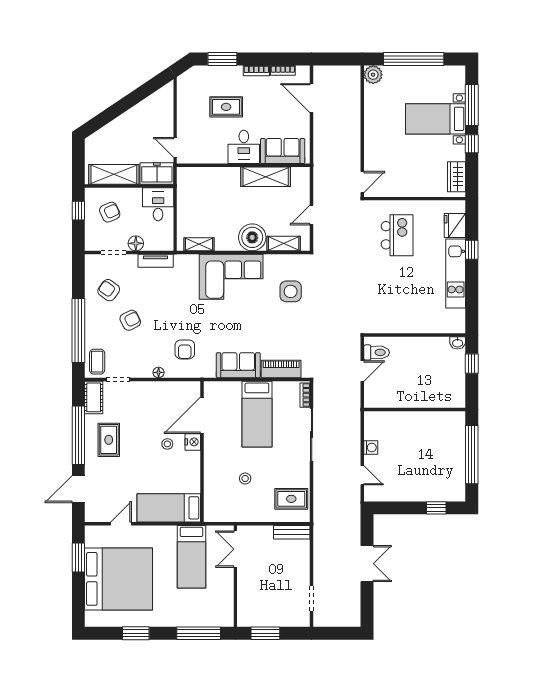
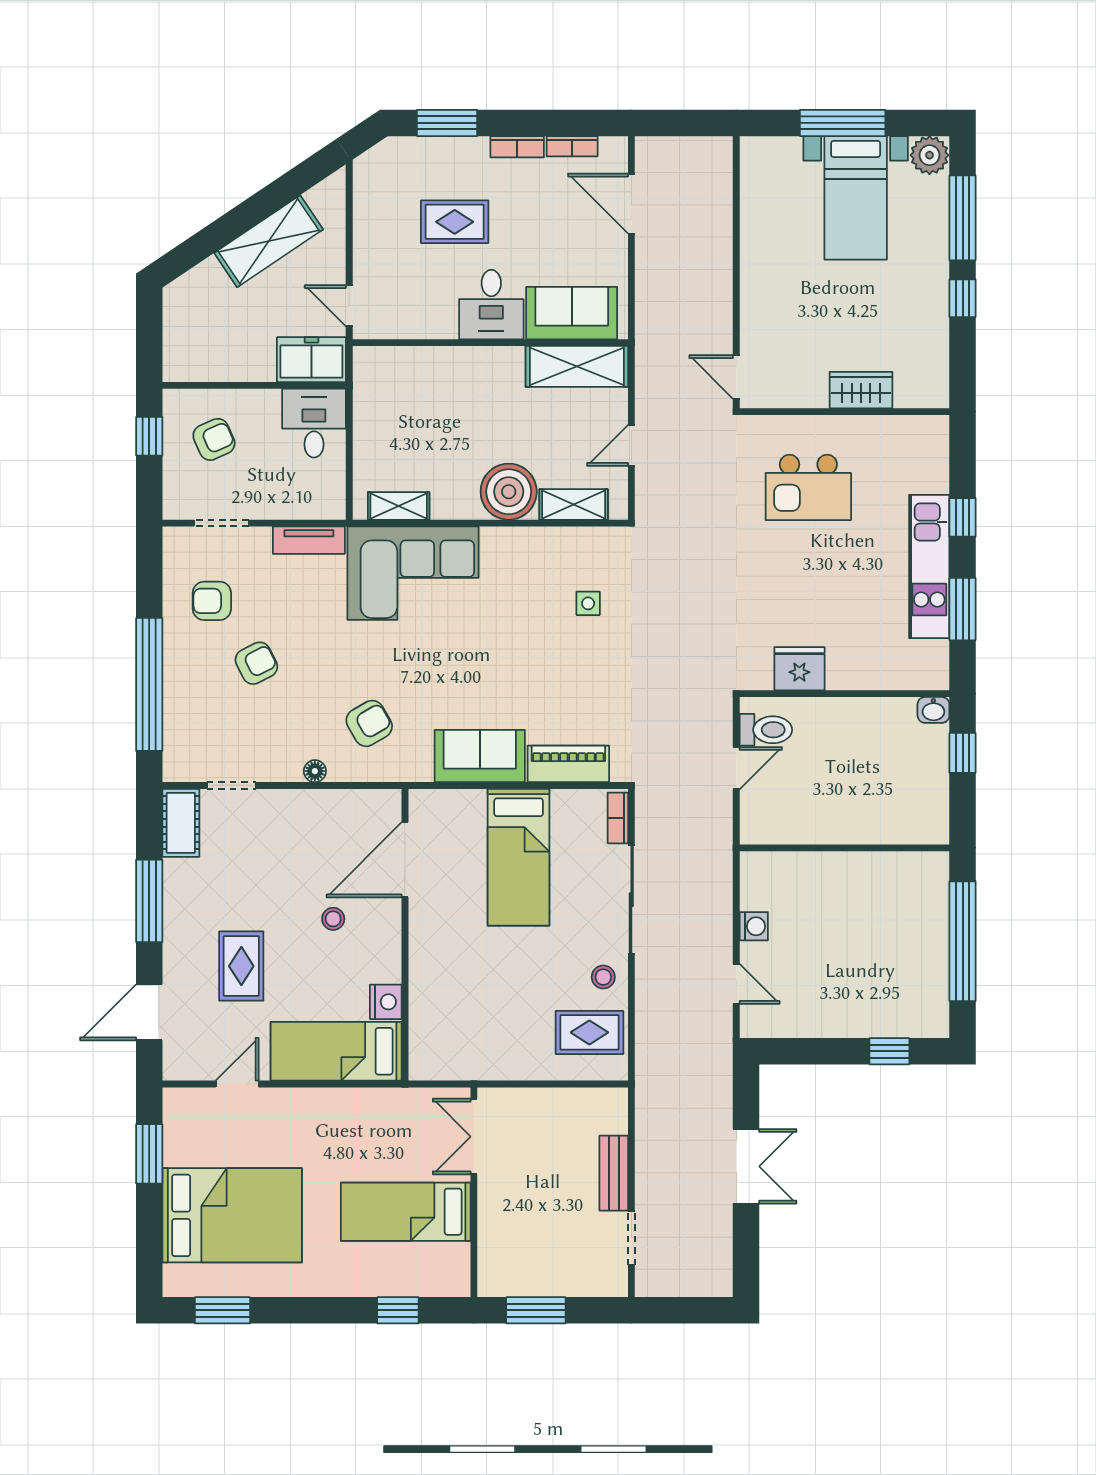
window: (414, 59) -> (843, 123), width x0.68
plant: (373, 75) -> (929, 155), moved
bed with nightstands: (435, 119) -> (856, 198), moved, turned -90
shelving: (114, 174) -> (269, 241), moved, turned -34
shelving: (266, 177) -> (577, 366), moved
wardrobe: (457, 177) -> (861, 390), moved, turned 90
door: (362, 182) -> (736, 377), swing flipped
fridge: (455, 225) -> (799, 669), moved, turned 90
kitchen island: (397, 235) -> (808, 487), turned 90
floor lamp: (136, 243) -> (268, 504), removed
corner sofa: (231, 277) -> (413, 573), moved
armchair: (109, 290) -> (212, 601), turned -36
side table: (291, 291) -> (588, 603), width x0.54, depth x0.54
window: (472, 294) -> (963, 609), added
armchair: (185, 349) -> (369, 723), turned -120
coffee table: (97, 362) -> (188, 749), removed
window: (78, 435) -> (149, 901), width x0.68
rug: (109, 440) -> (241, 966), moved
nightstand: (193, 442) -> (386, 1002), moved
stool: (245, 478) -> (603, 977), moved
bench: (292, 532) -> (614, 1173), moved, turned 90
bed: (191, 557) -> (406, 1212), moved, turned 90
bed: (118, 579) -> (232, 1215), width x0.73
window: (136, 633) -> (222, 1310), moved
window: (199, 633) -> (398, 1310), width x0.46

